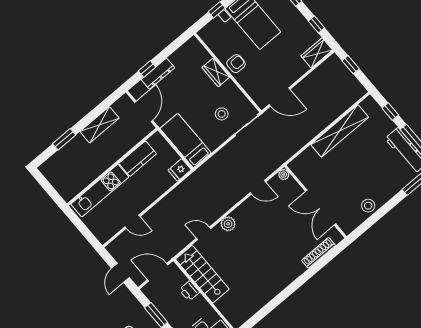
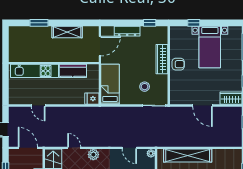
window: (147, 69) -> (150, 23), moved
wardrobe: (216, 72) -> (162, 59), width x1.50
door: (279, 97) -> (202, 106), moved
shelving: (340, 131) -> (188, 156), moved

